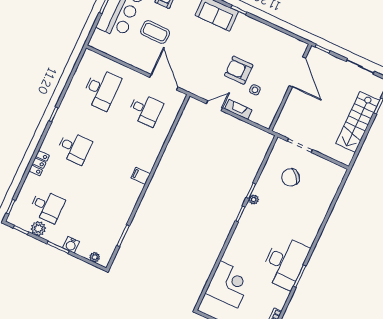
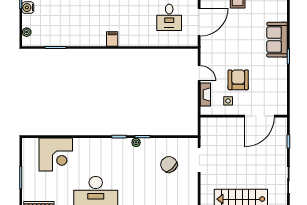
door: (297, 72) -> (259, 116), moved
wall: (290, 87) -> (244, 116), moved

